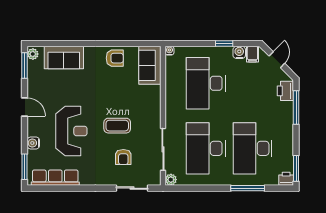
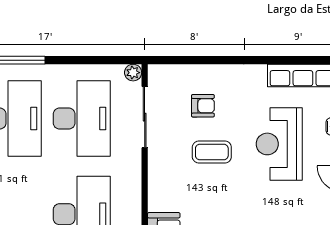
armchair: (123, 157) -> (203, 106), turned 90
sliding door: (132, 188) -> (190, 60), removed

